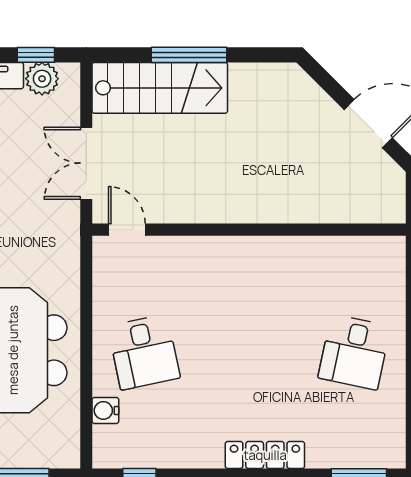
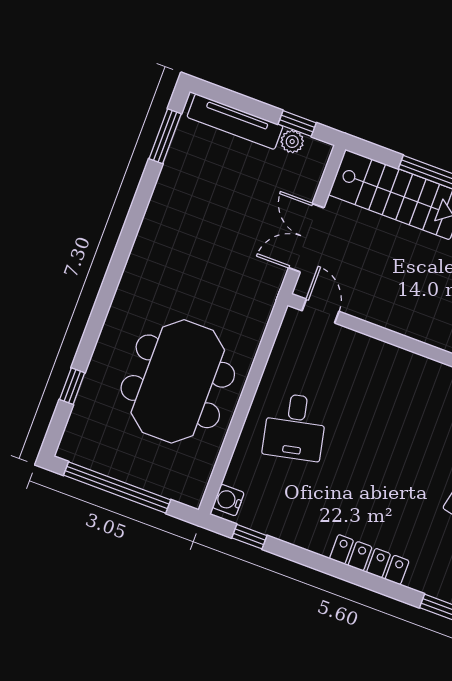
plant: (42, 79) -> (292, 141), width x0.73, depth x0.73
water cooler: (105, 410) -> (228, 500), moved

